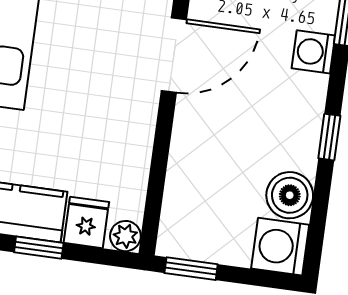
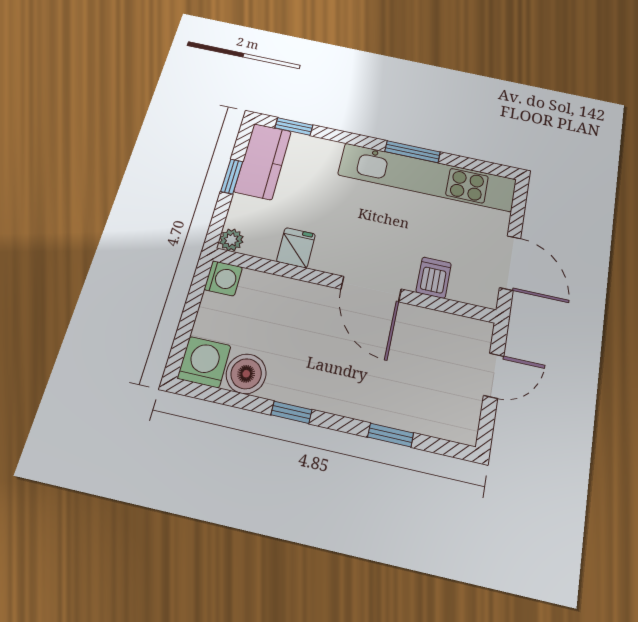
washing machine: (313, 52) -> (223, 278), moved, turned 90
fridge: (86, 222) -> (296, 248), moved, turned -90
window: (191, 269) -> (197, 288), removed

